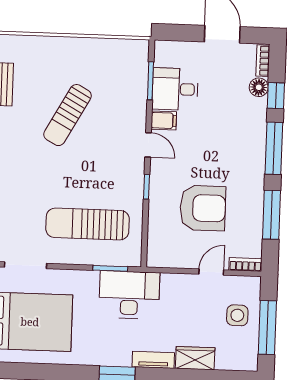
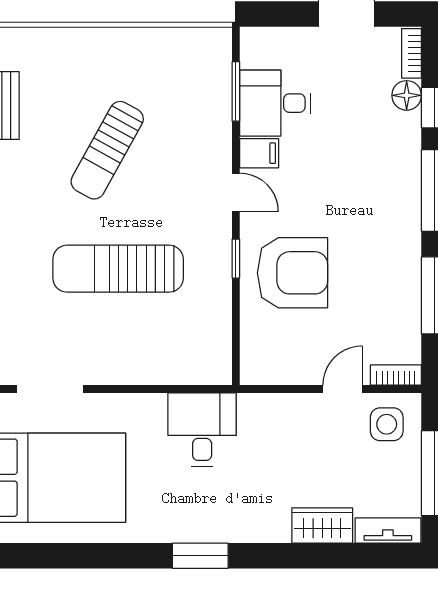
armchair: (203, 208) -> (292, 273), moved
sun lounger: (88, 224) -> (118, 269), moved
window: (110, 268) -> (183, 389), removed
desk: (129, 295) -> (202, 430), width x0.73
side table: (237, 315) -> (387, 424), moved
tv unit: (153, 360) -> (388, 530), moved

